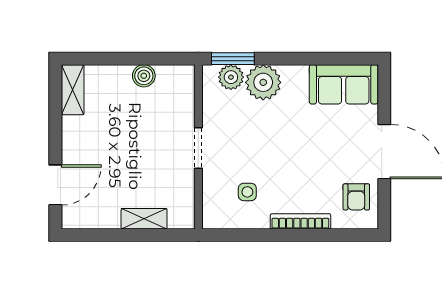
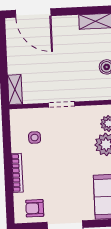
door: (55, 185) -> (33, 13), width x1.36
shelving: (144, 219) -> (15, 90), moved

